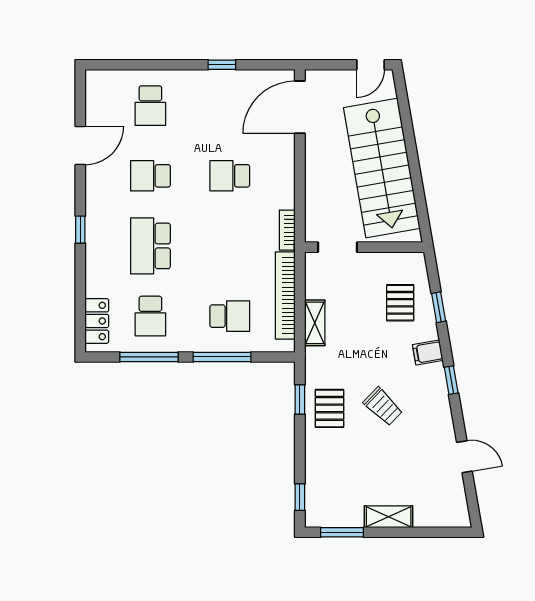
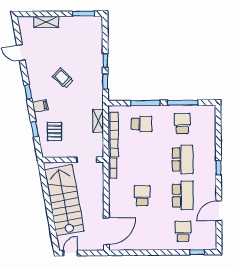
window: (222, 65) -> (197, 252), moved
school desk: (150, 176) -> (183, 195), width x1.85
school desk: (230, 176) -> (142, 196), turned -90
school desk: (230, 316) -> (142, 124), turned 180
locker: (97, 321) -> (210, 121), removed
pallet: (329, 408) -> (90, 77), removed
window: (300, 497) -> (105, 61), moved
shelving: (389, 517) -> (46, 22), moved

